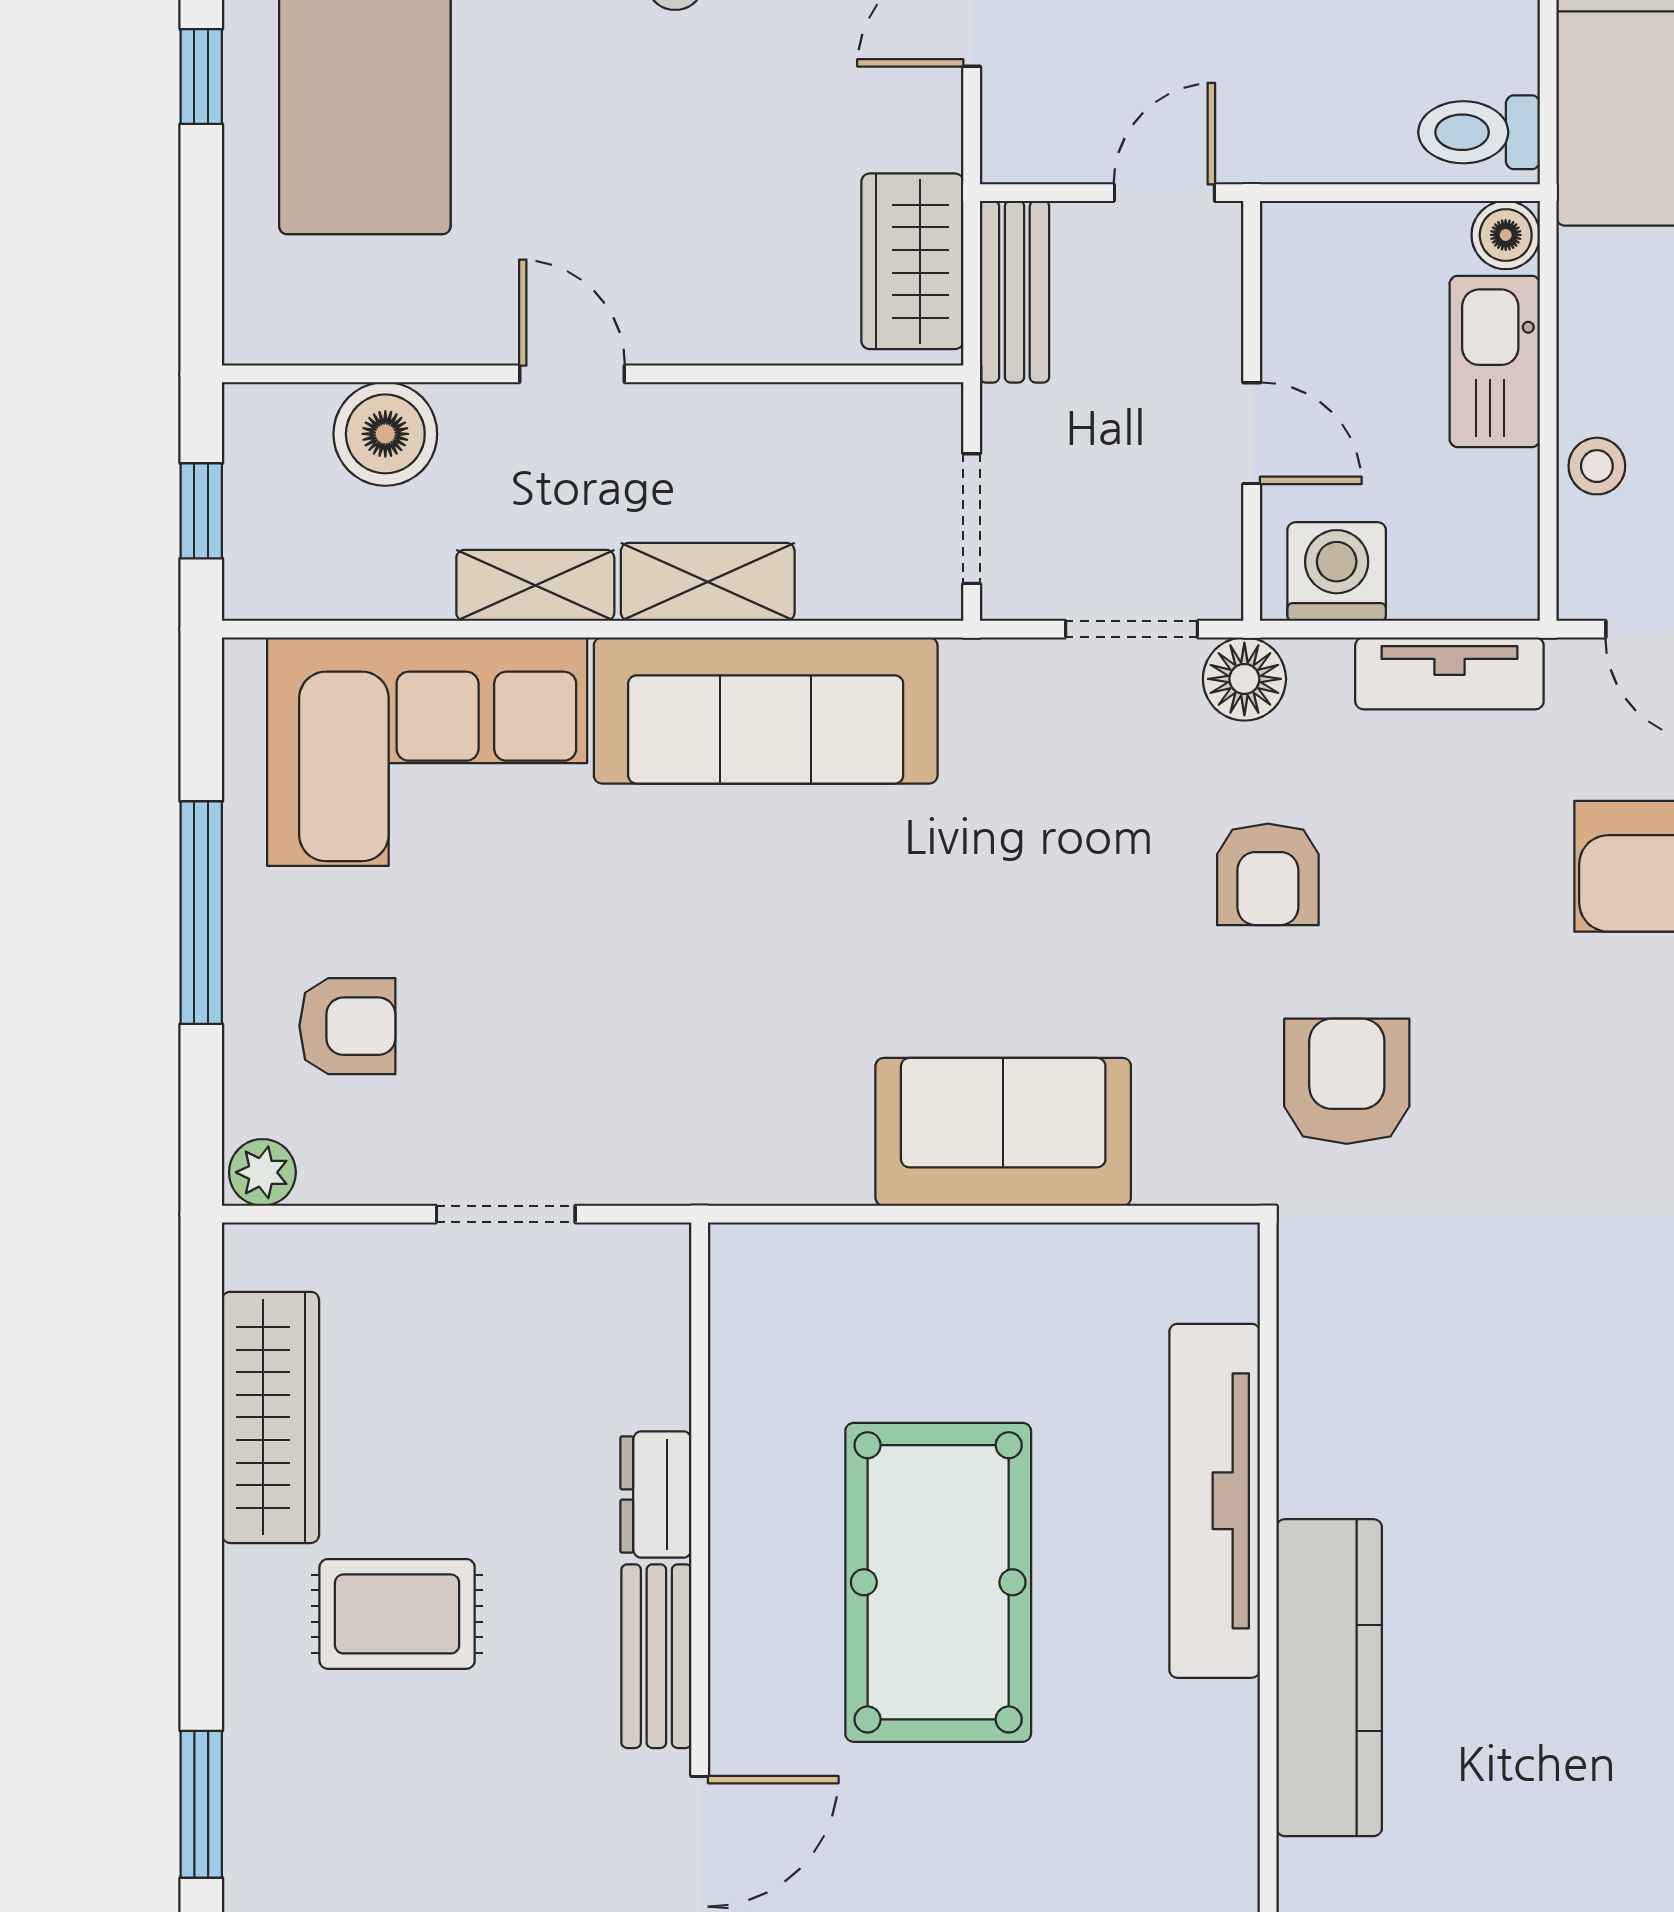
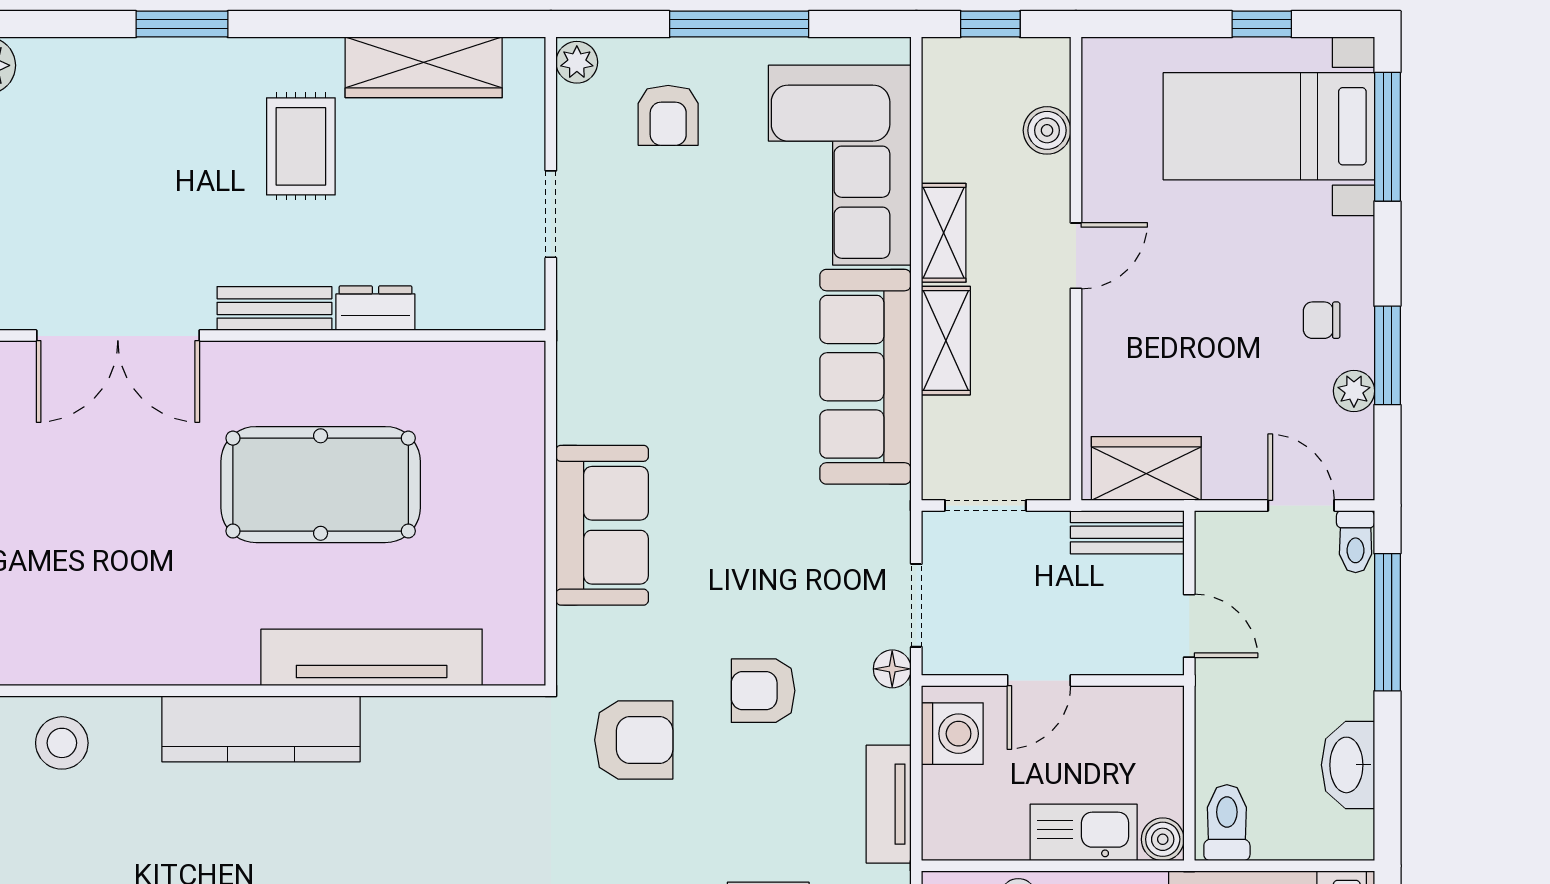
boiler: (385, 434) -> (1047, 130), width x0.73, depth x0.73
floor lamp: (1244, 679) -> (892, 669), width x0.73, depth x0.73

